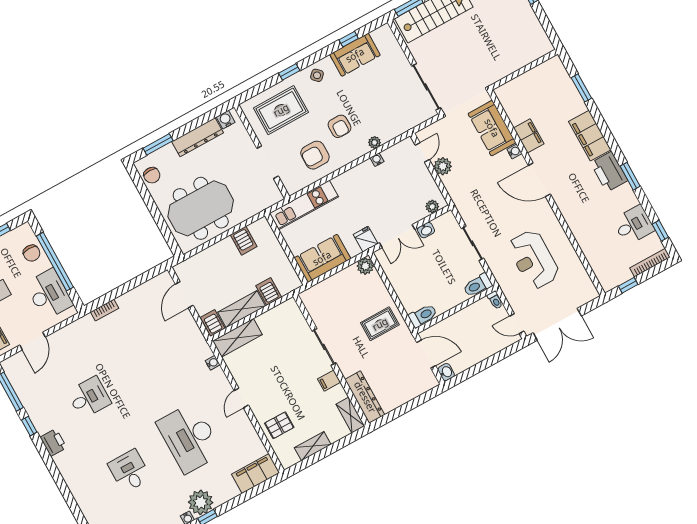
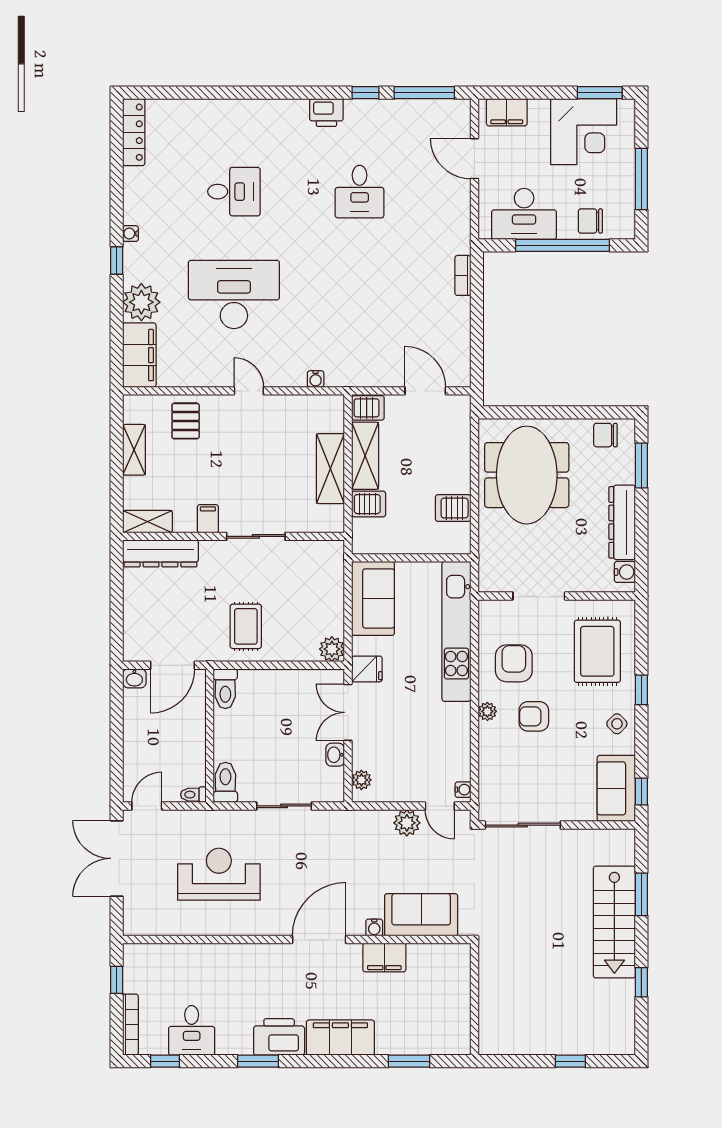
wall: (415, 67) -> (557, 825), moved
sliding door: (426, 87) -> (523, 825), moved
plant: (375, 142) -> (487, 711), moved
water cooler: (377, 160) -> (463, 790), moved
kitchen unit: (304, 205) -> (456, 631), width x1.36
shelving: (237, 338) -> (330, 469), moved
plant: (201, 502) -> (141, 302), moved

